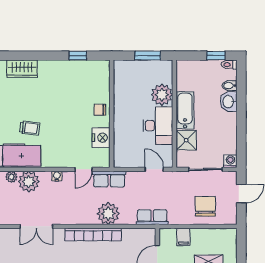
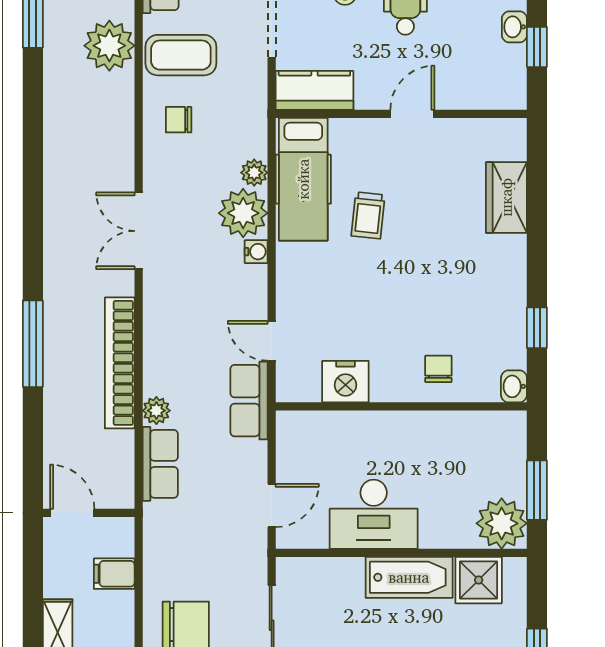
washbasin: (103, 65) -> (514, 386), added
plant: (162, 95) -> (502, 523), moved
chair: (100, 110) -> (438, 369), moved
shower: (186, 140) -> (479, 580), moved
water cooler: (57, 176) -> (256, 252), moved
plant: (108, 214) -> (156, 411), width x0.53, depth x0.53
row of seats: (152, 217) -> (160, 464), moved

